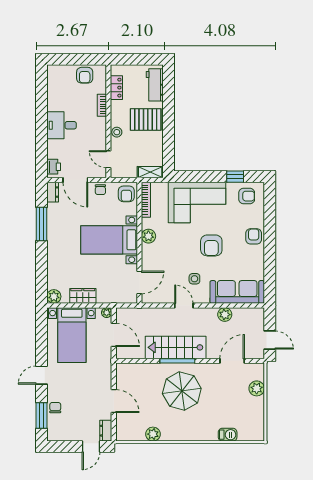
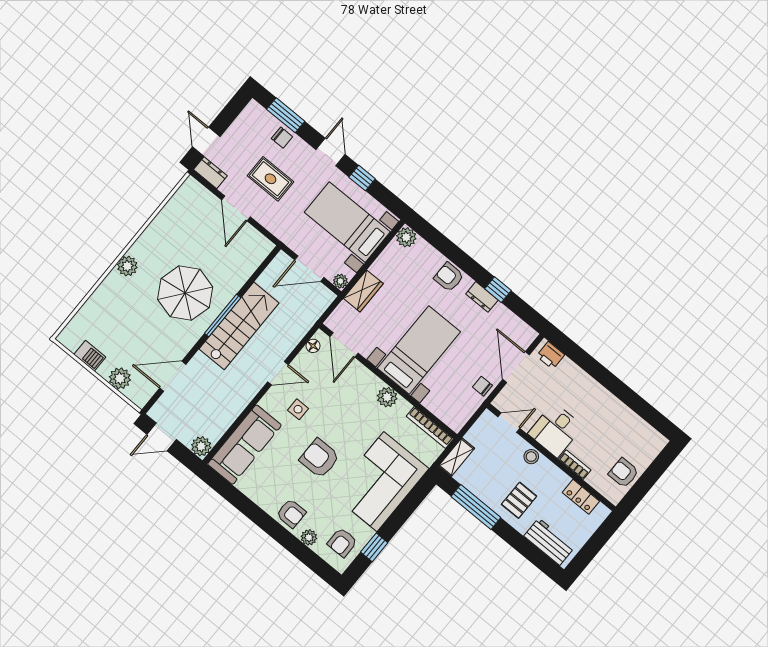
pallet: (146, 119) -> (519, 500), width x0.67, depth x0.71
desk: (62, 125) -> (555, 430), moved, turned 180
window: (168, 140) -> (476, 507), added
door: (75, 180) -> (516, 367), hinge flipped
dresser: (53, 192) -> (482, 297), moved
armchair: (126, 194) -> (449, 277), moved
plant: (259, 216) -> (309, 537), added
window: (42, 224) -> (498, 290), width x0.46
wardrobe: (83, 296) -> (363, 291), moved
floor lamp: (154, 299) -> (313, 346), added
plant: (225, 315) -> (201, 446), moved
window: (42, 347) -> (362, 178), added
door: (232, 361) -> (173, 376), swing flipped
rug: (82, 396) -> (270, 179), added
door: (114, 401) -> (236, 208), hinge flipped
plant: (153, 434) -> (127, 266), moved
barbecue: (228, 435) -> (90, 356), moved, turned -90

